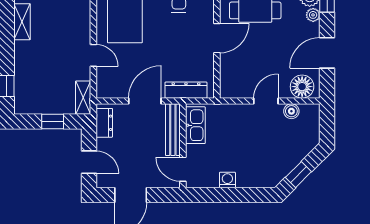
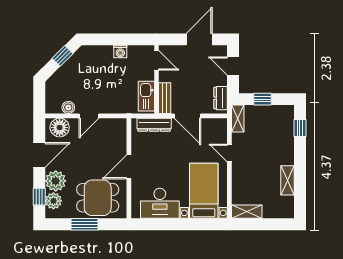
plant: (313, 15) -> (56, 181), width x1.88, depth x1.88
door: (145, 101) -> (188, 116), hinge flipped
bench: (173, 130) -> (165, 98), width x0.73

